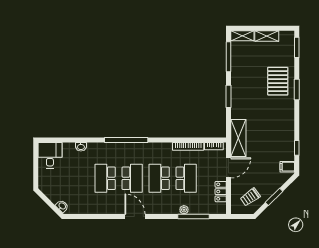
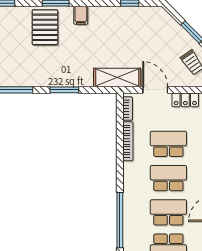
pallet: (278, 81) -> (45, 27), turned 90
filing cabinet: (287, 167) -> (81, 15), moved
school desk: (159, 178) -> (168, 178), turned 180

